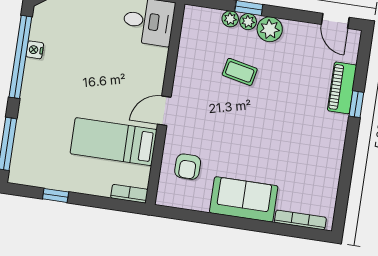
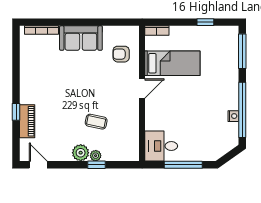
plant: (230, 19) -> (108, 156), removed
armchair: (188, 167) -> (121, 54), turned -90

